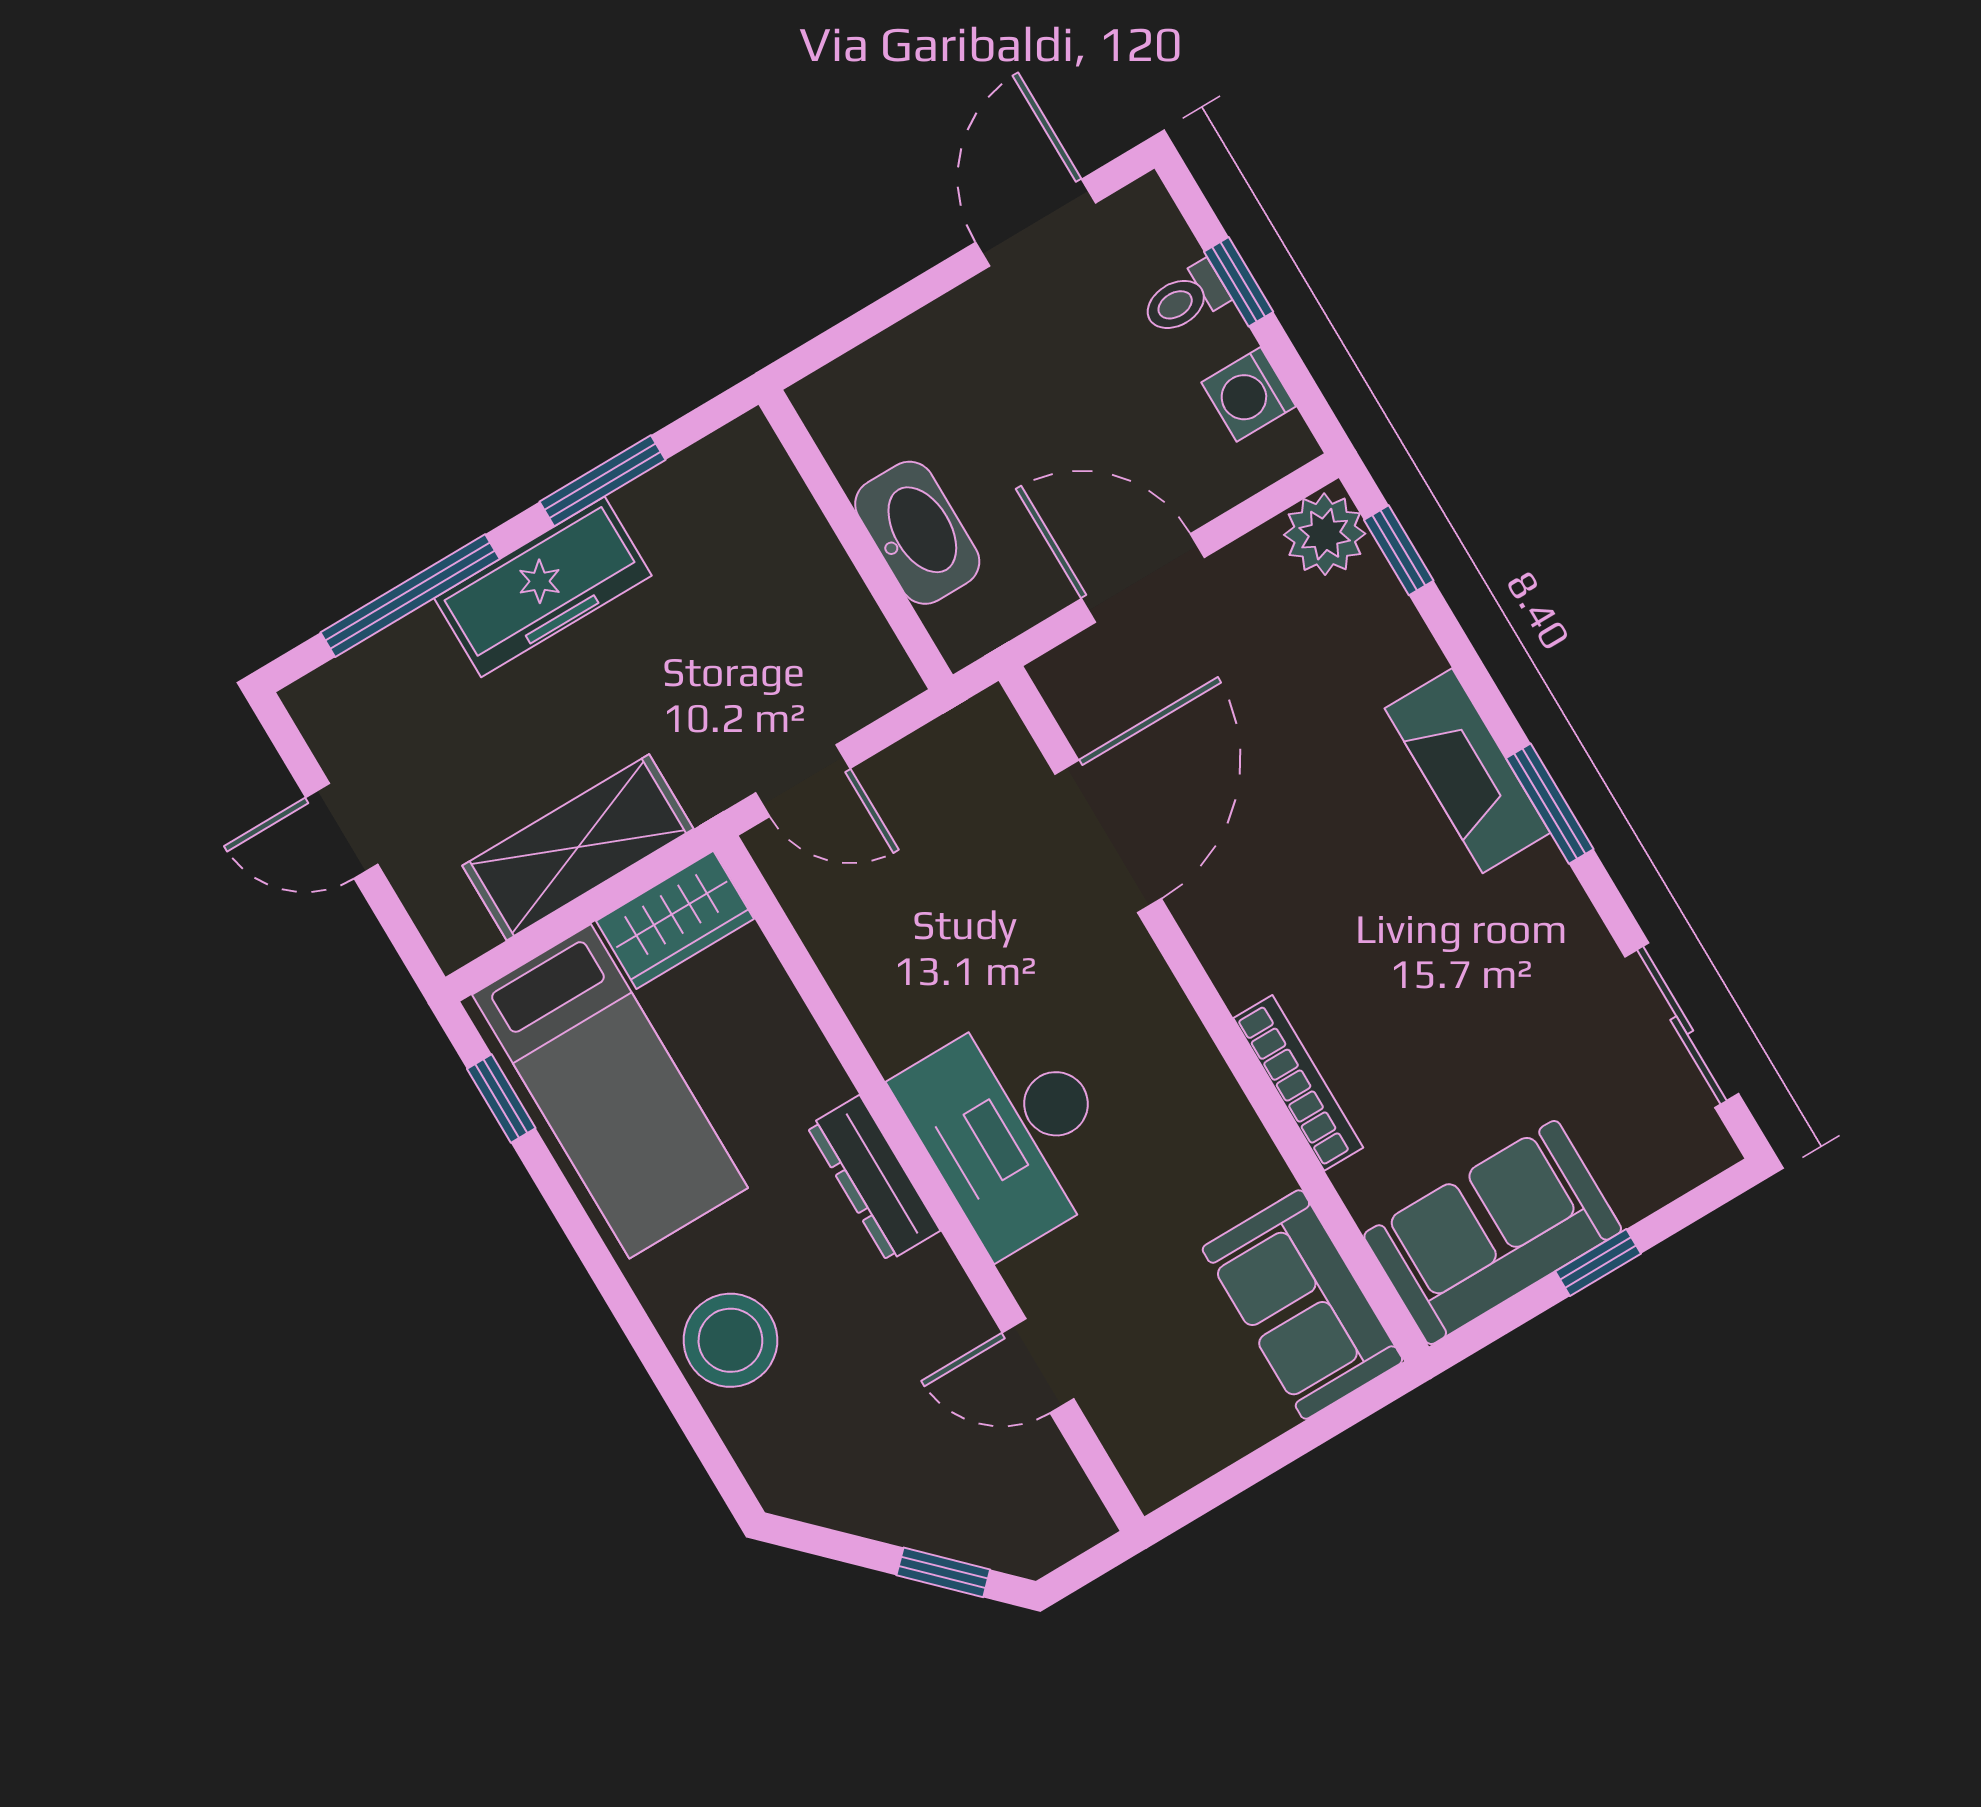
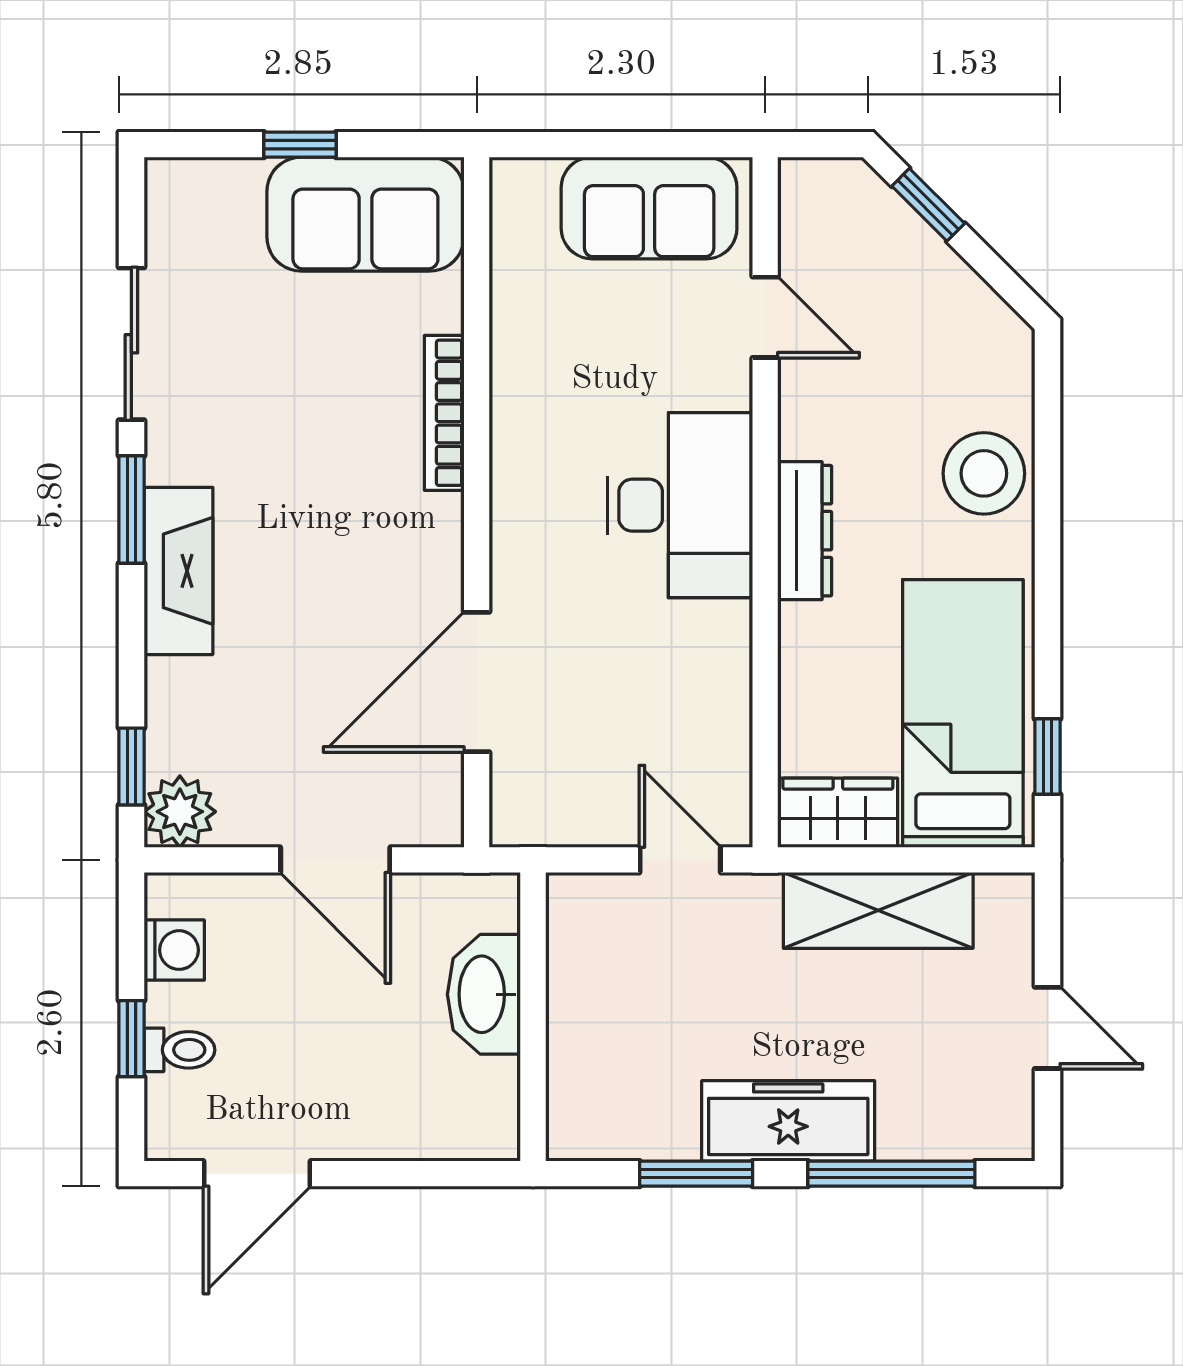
sliding door: (1682, 1025) -> (131, 344), moved
sofa: (1302, 1305) -> (649, 208), moved, turned 90

